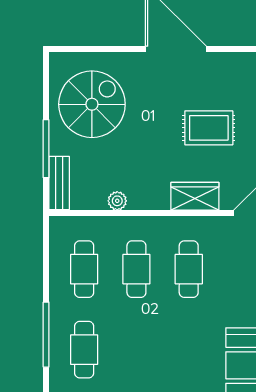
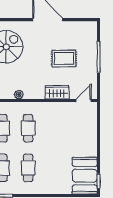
cafe table: (189, 269) -> (28, 168), moved

